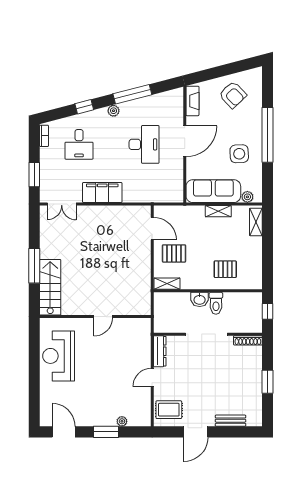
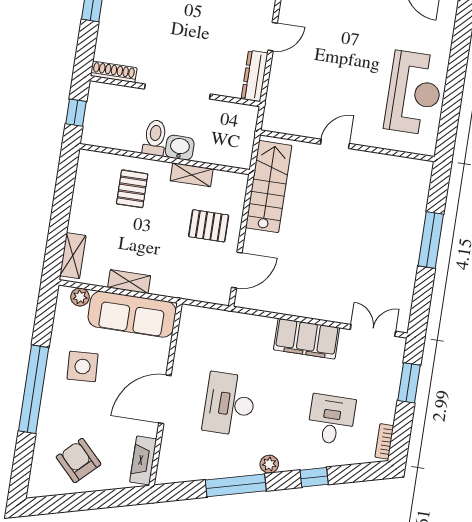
door: (152, 229) -> (237, 270), swing flipped
pallet: (225, 269) -> (132, 189), turned 90
shelving: (167, 284) -> (192, 175), moved
stairs: (50, 287) -> (269, 187), moved, turned 180

